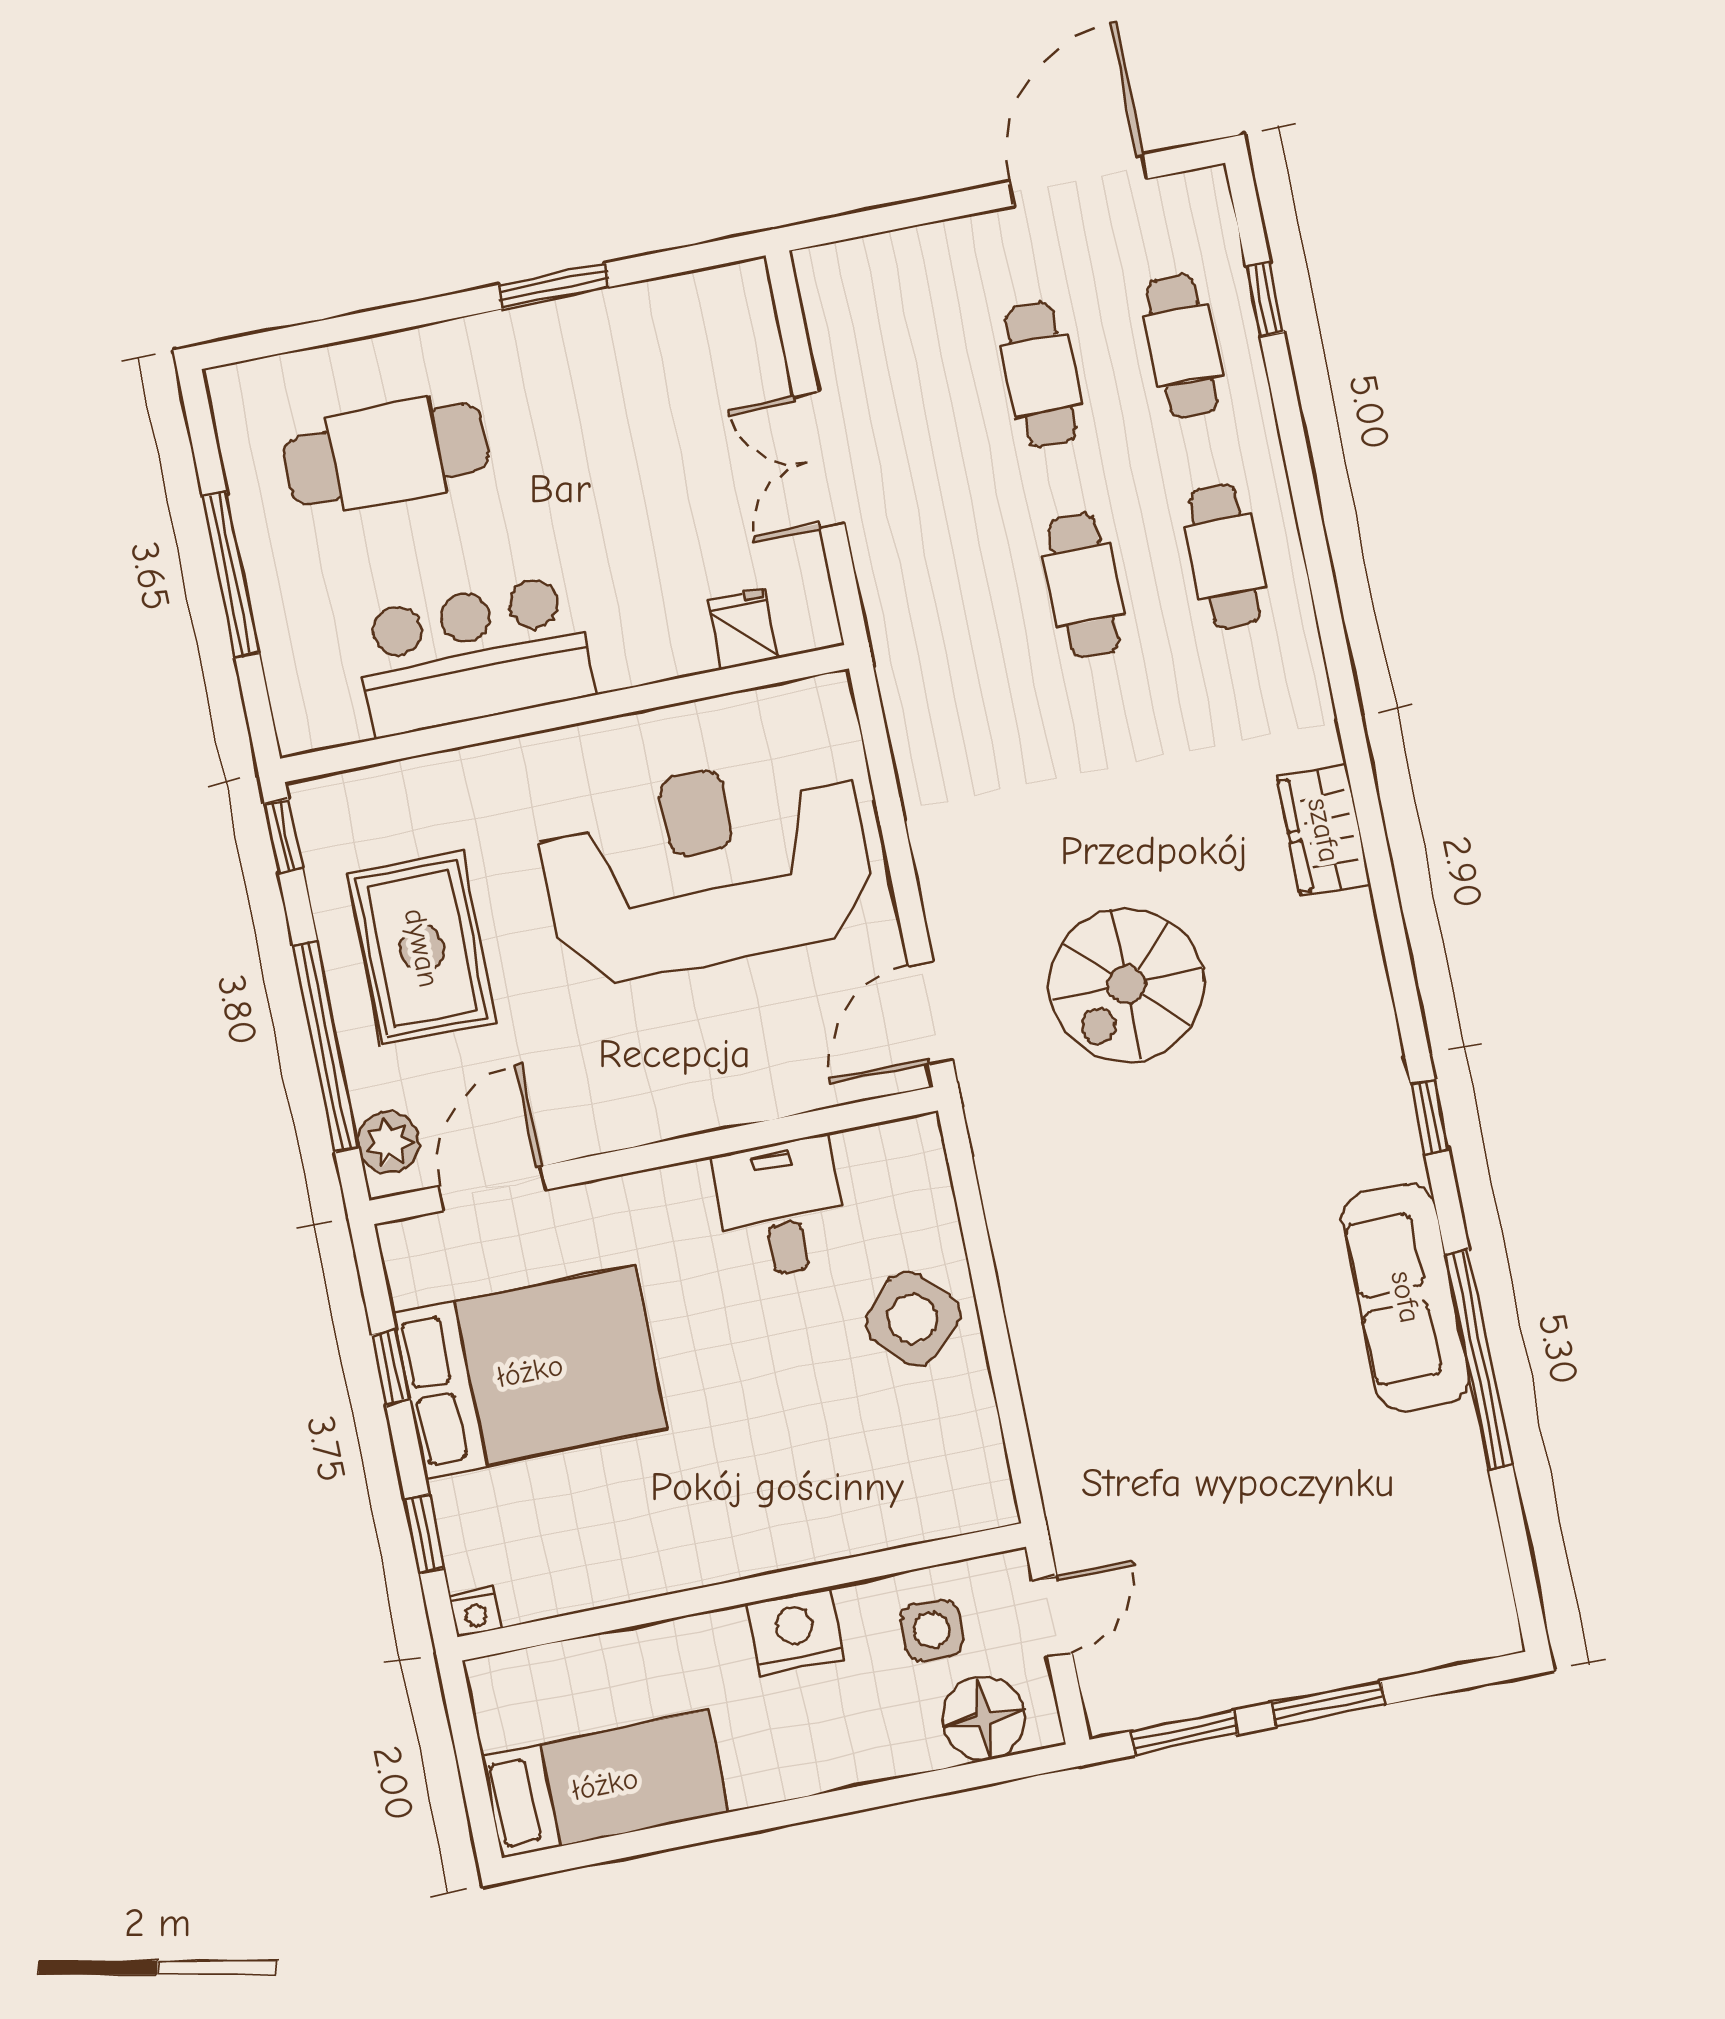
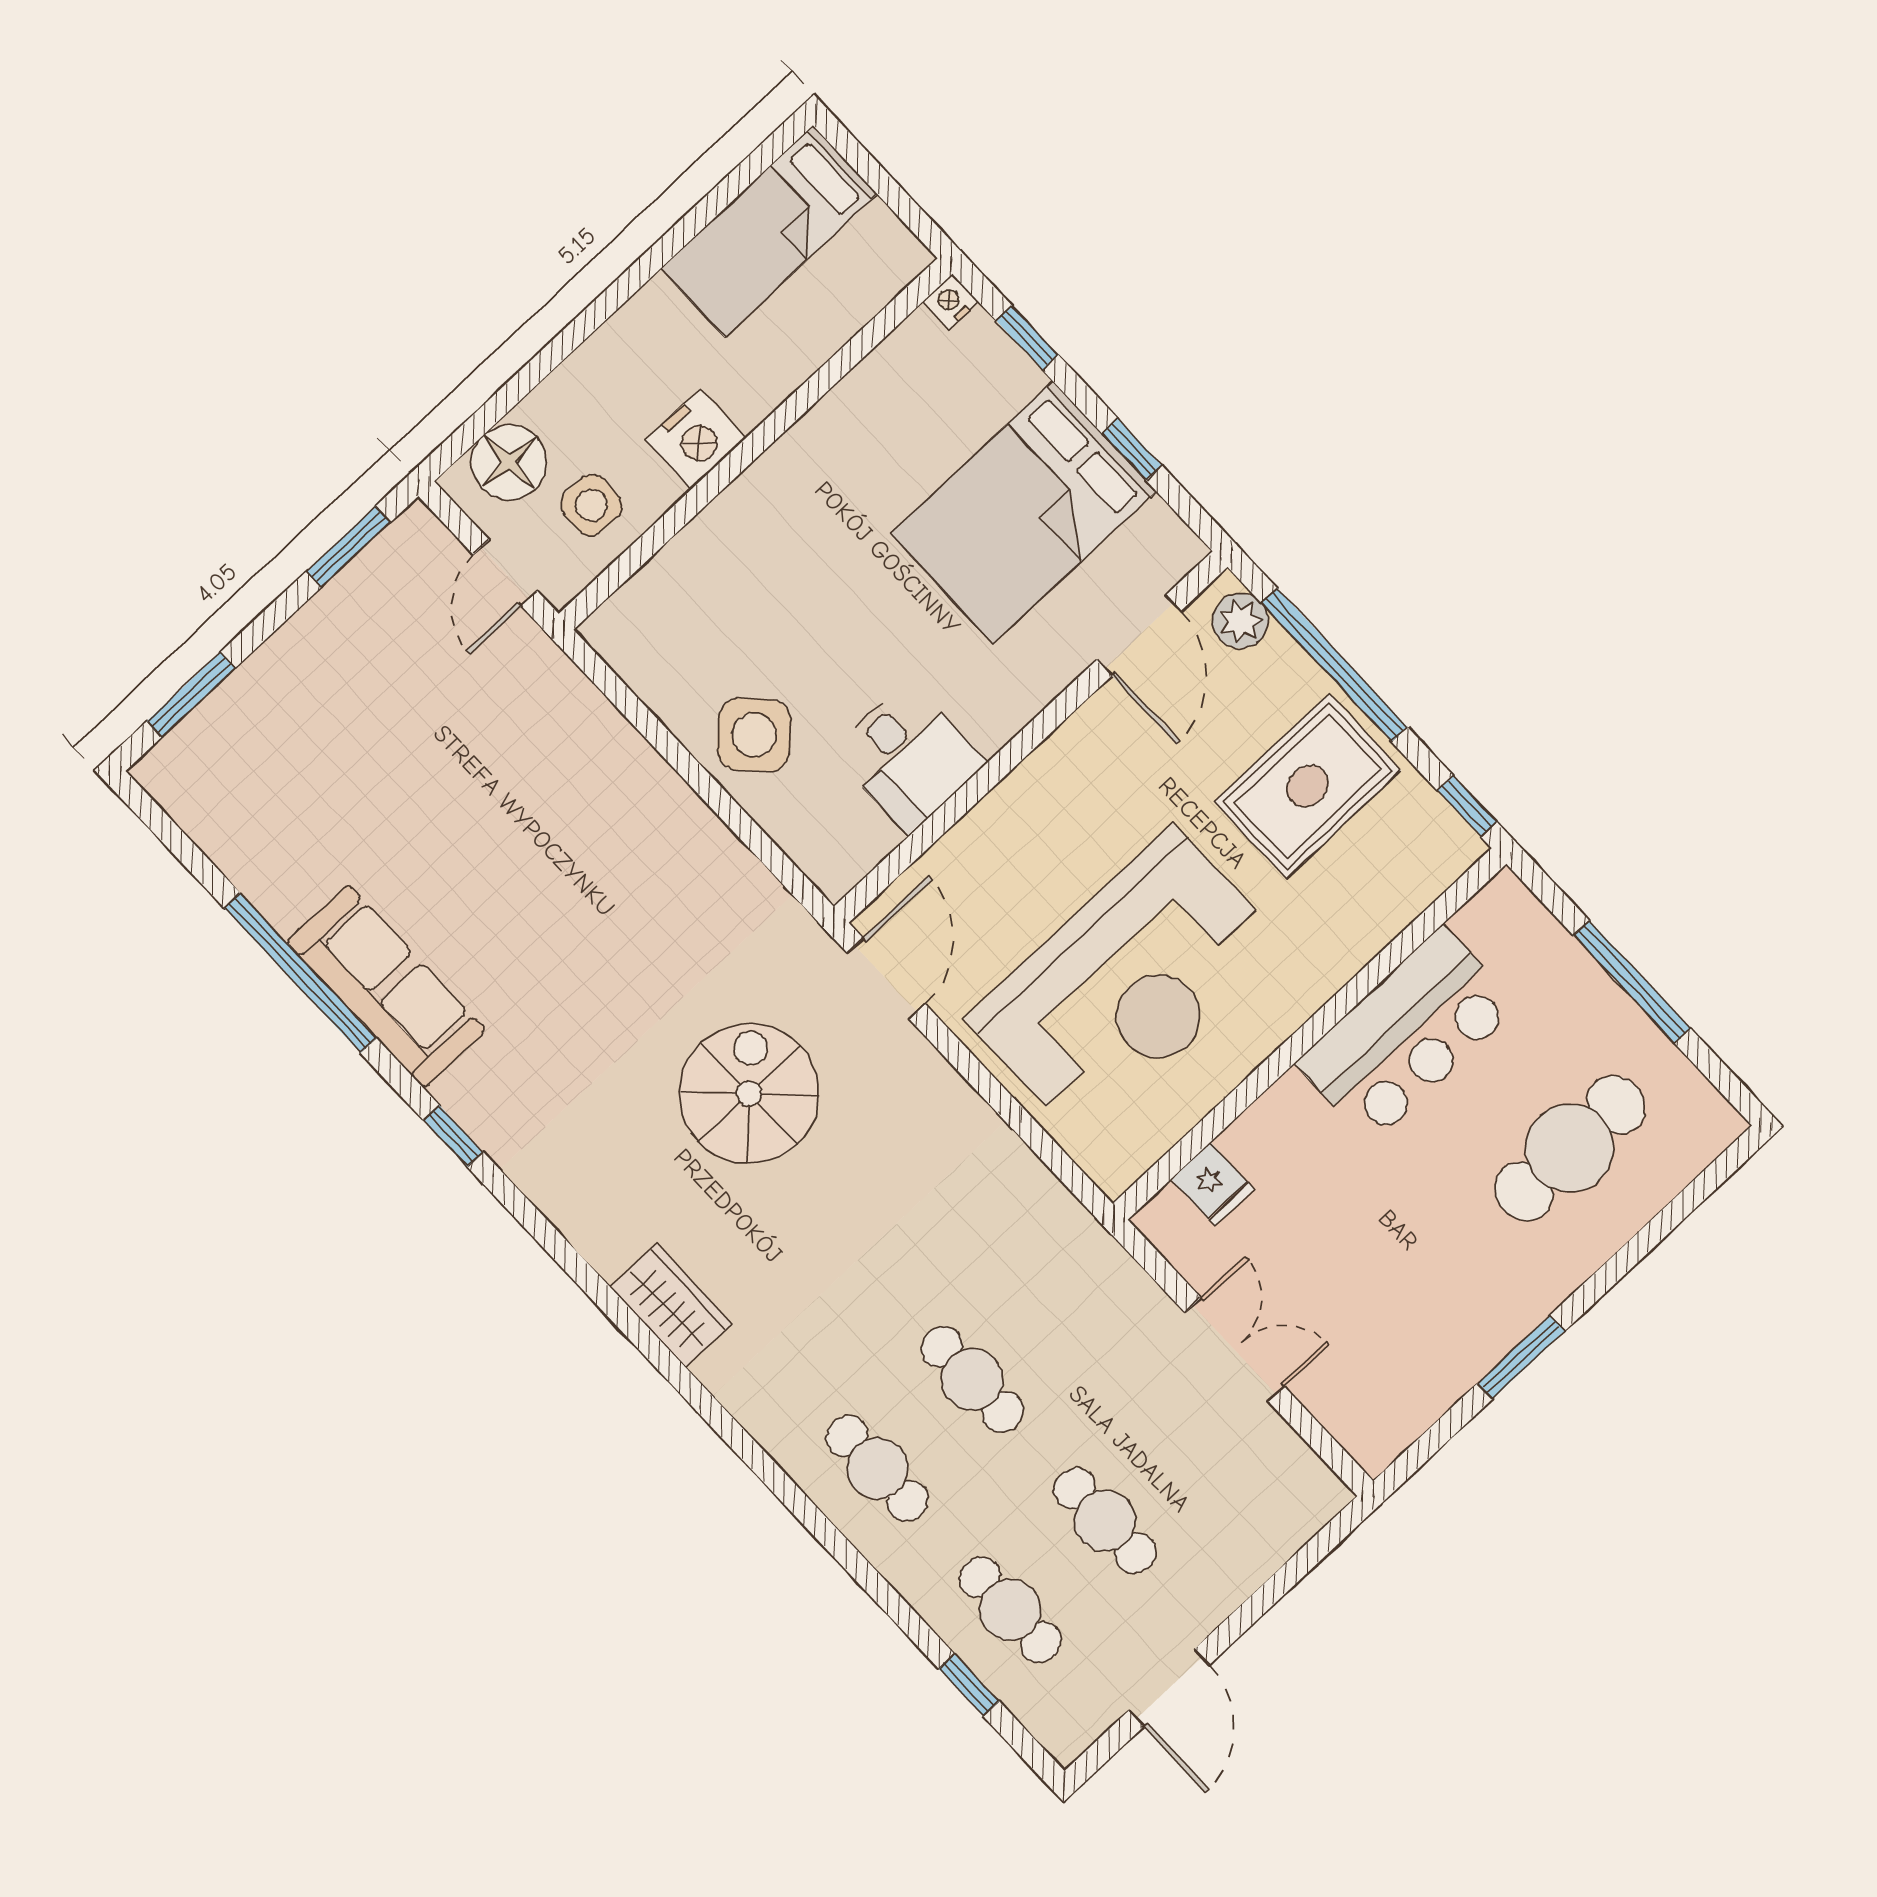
door: (1078, 180) -> (1169, 1688), width x0.73
rug: (422, 948) -> (1308, 786), turned 90
window: (1328, 1704) -> (191, 695), moved

